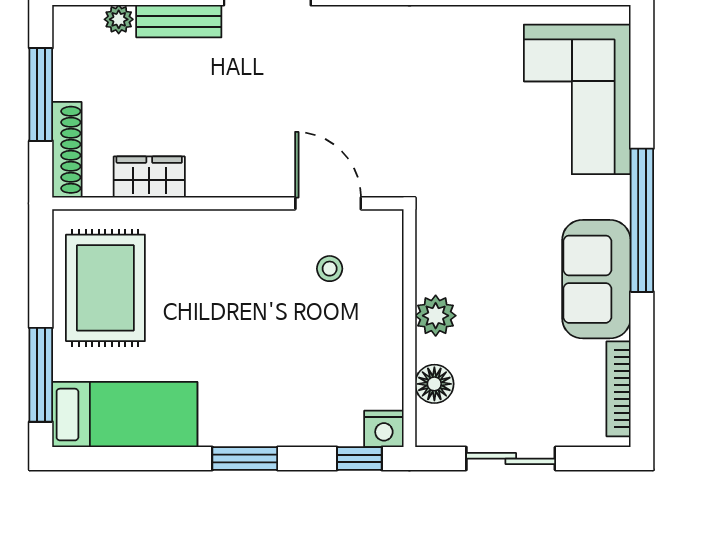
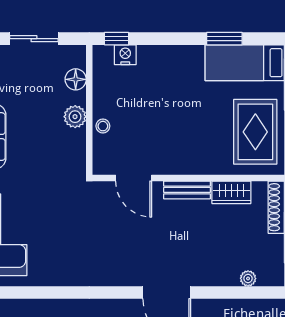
bench: (179, 21) -> (187, 190), moved
stool: (330, 269) -> (103, 126), moved
nightstand: (384, 429) -> (125, 55), moved
window: (245, 459) -> (224, 39), moved

